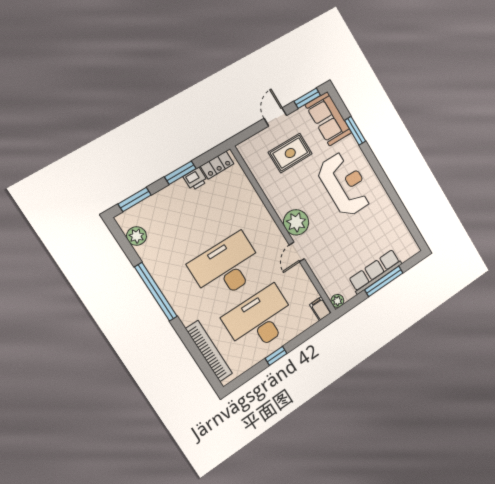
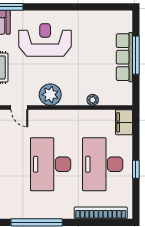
door: (297, 252) -> (19, 108), moved
plant: (337, 301) -> (93, 100), moved
filing cabinet: (320, 309) -> (124, 122), width x2.00

